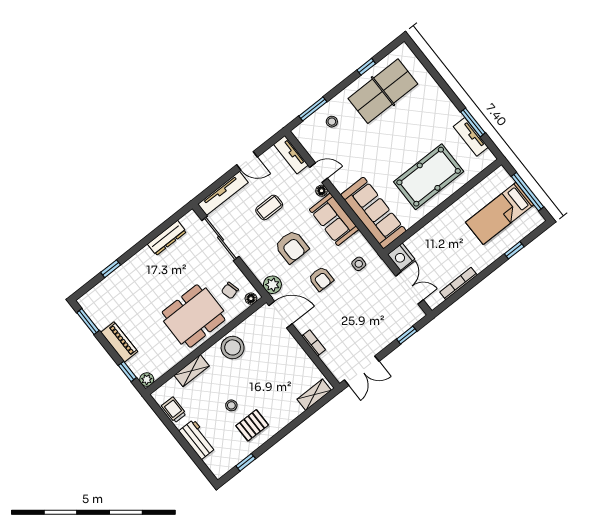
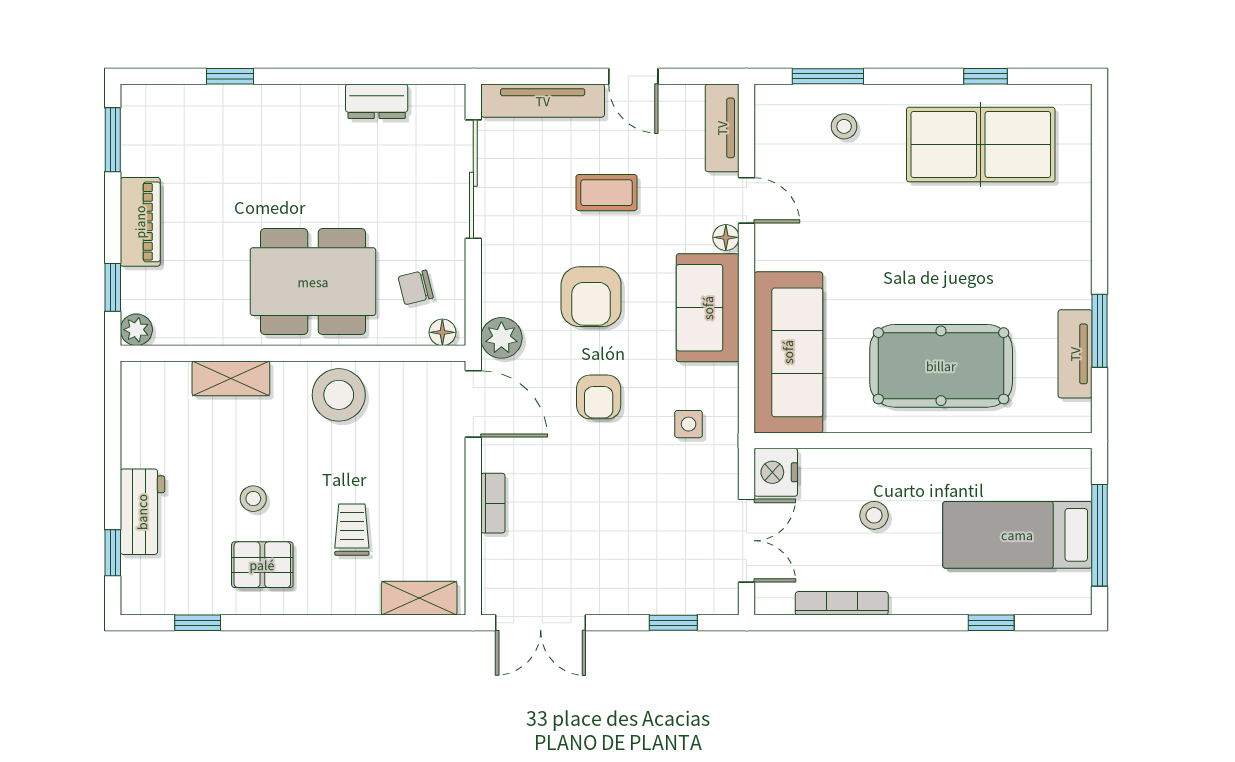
dresser: (167, 238) -> (377, 101), width x0.70
stool: (446, 245) -> (874, 515), added
trolley: (174, 410) -> (352, 530), moved
window: (198, 461) -> (113, 553), added

